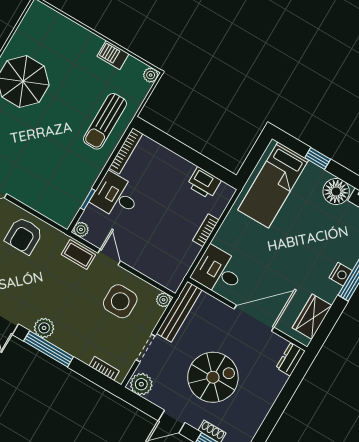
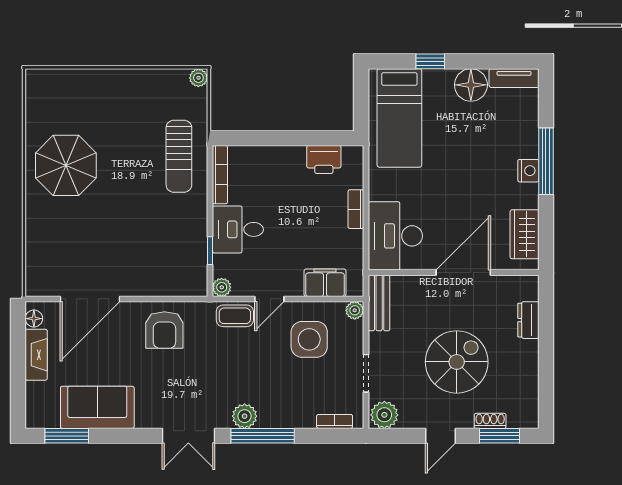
barbecue: (113, 55) -> (146, 80), removed
door: (109, 257) -> (269, 299), swing flipped
filing cabinet: (154, 269) -> (325, 283), added
desk: (218, 271) -> (395, 236), width x1.37
bench: (179, 312) -> (379, 303), width x0.73
dresser: (291, 359) -> (528, 320), moved

